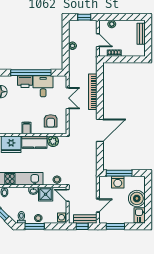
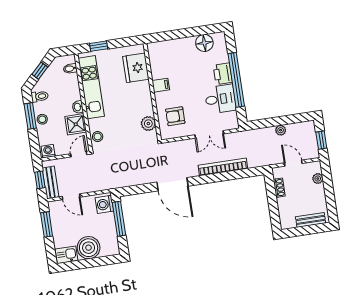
door: (98, 40) -> (293, 163), swing flipped
kitchen counter: (34, 142) -> (143, 99), removed
washing machine: (118, 182) -> (104, 204), moved

